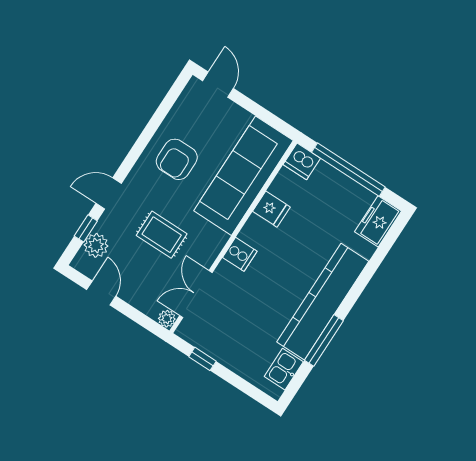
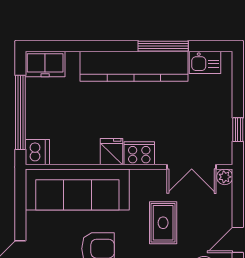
fridge: (271, 209) -> (111, 152), moved
cooker: (240, 254) -> (139, 153), width x1.36

